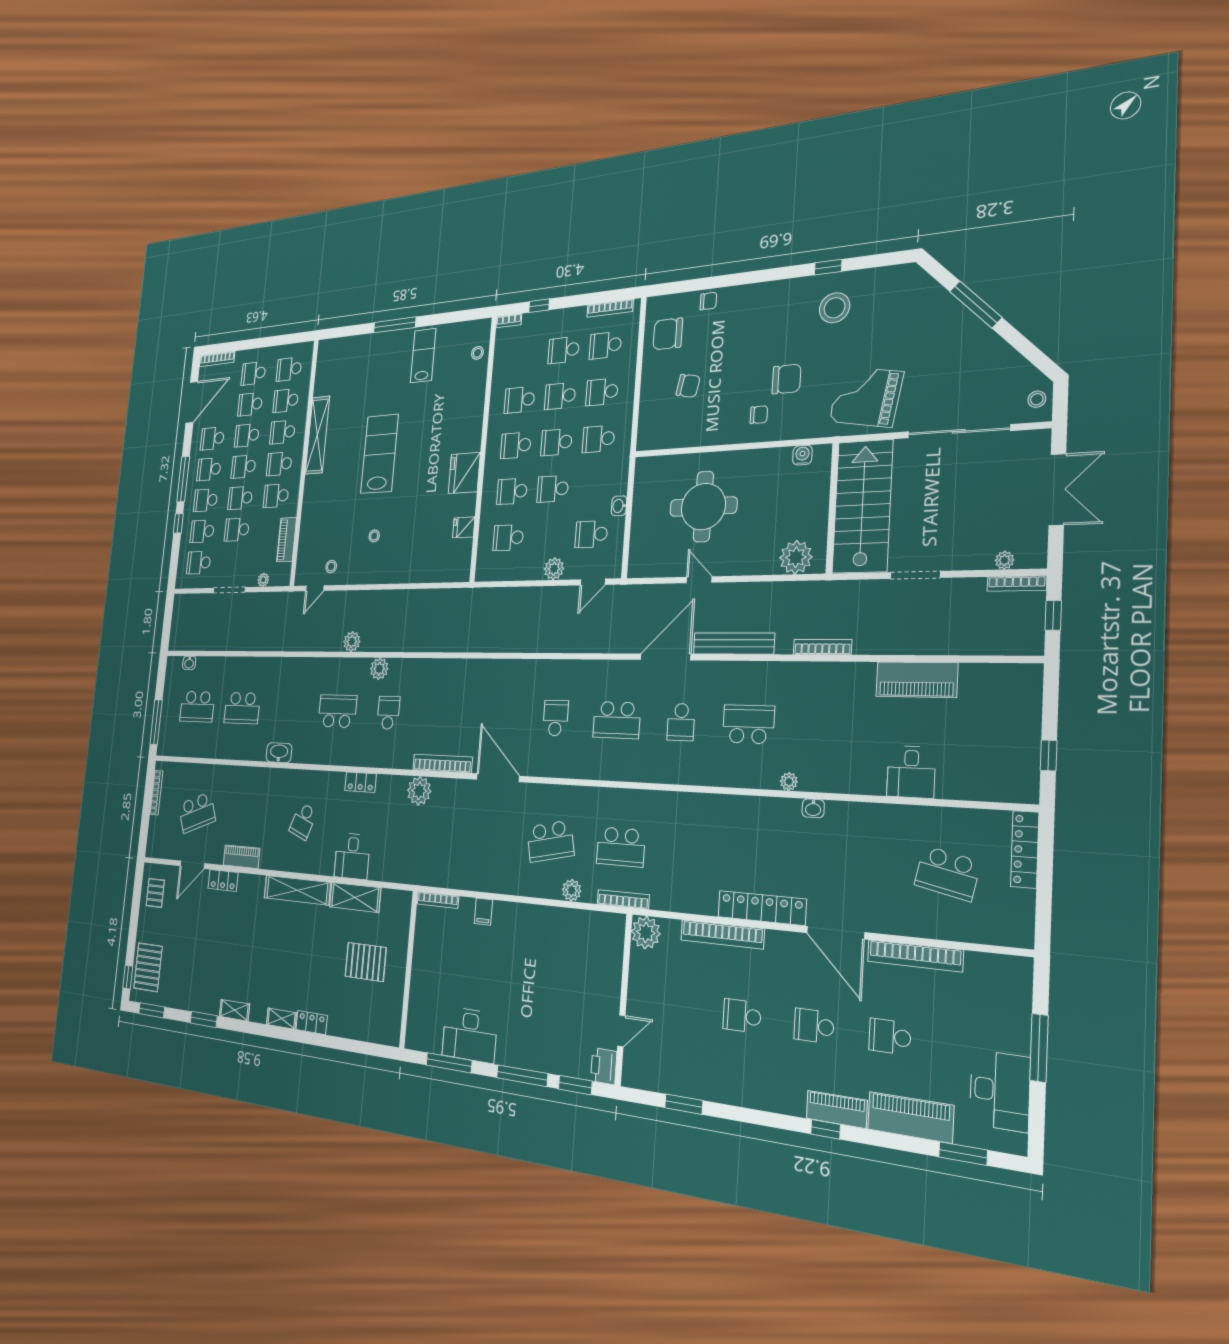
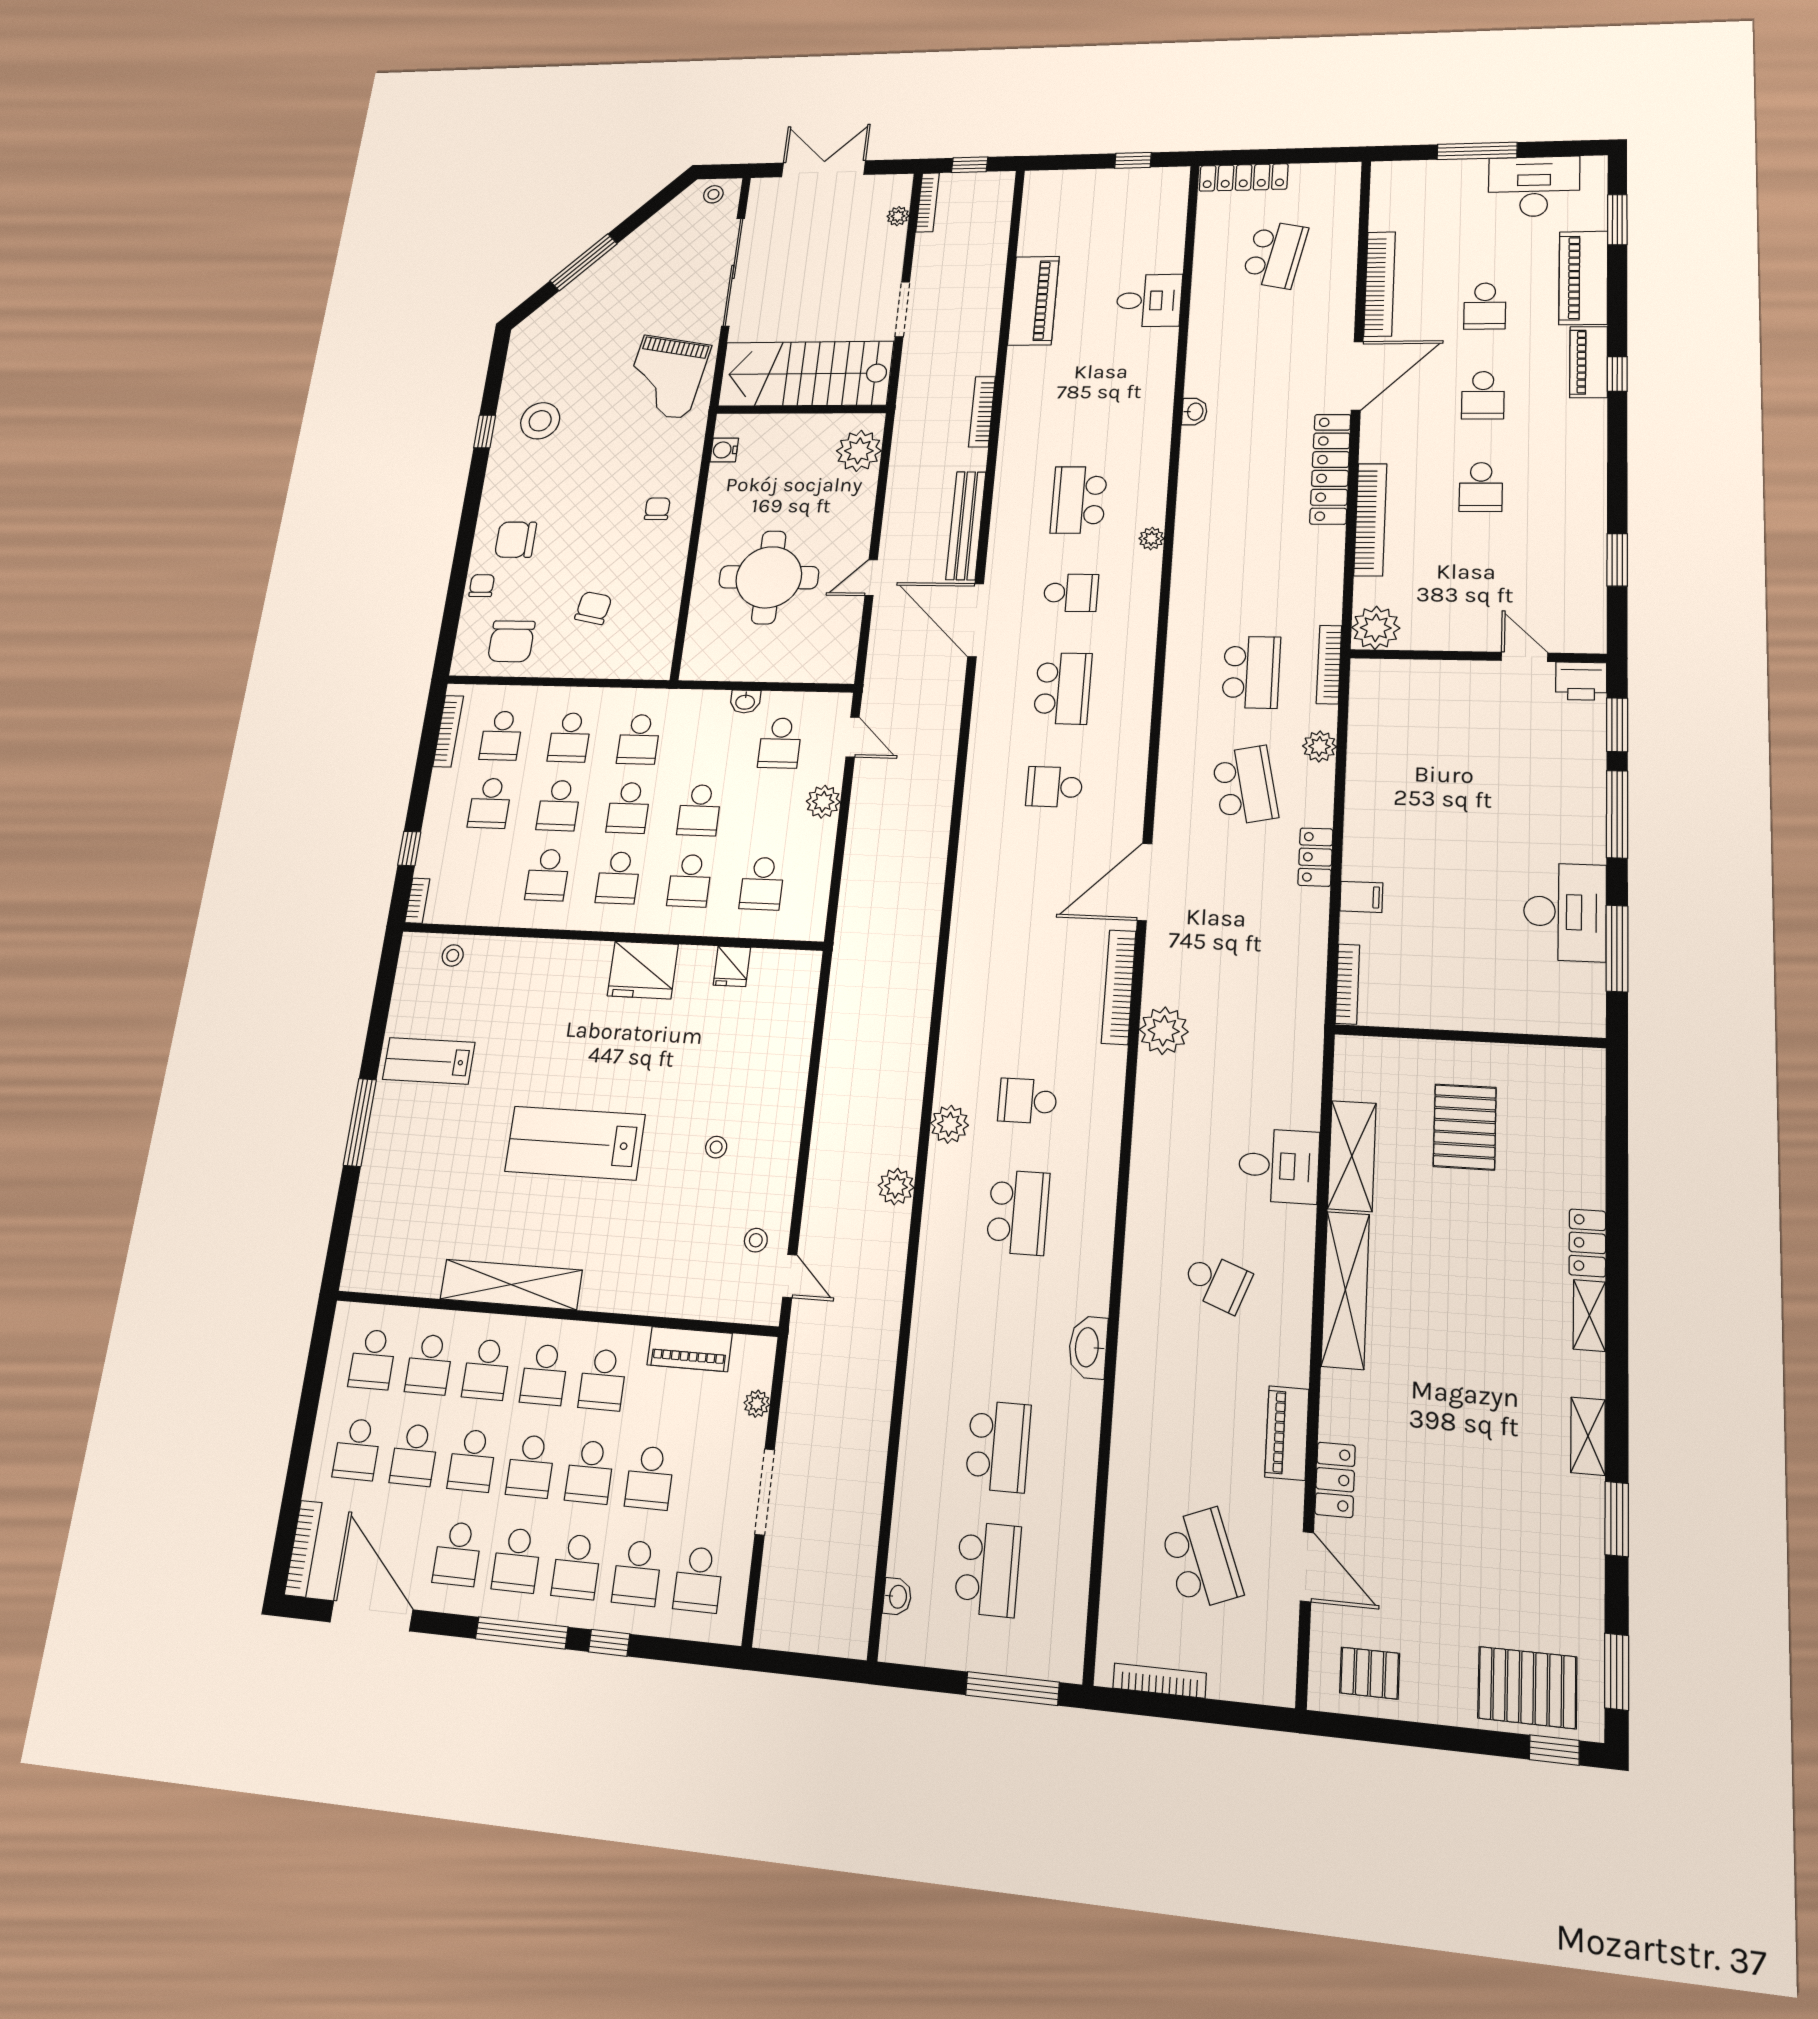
chair: (786, 379) -> (516, 540), moved, turned -90
school desk: (337, 711) -> (1018, 1212), turned 180
plant: (789, 781) -> (1151, 539), moved
locker: (361, 782) -> (1315, 857), moved, turned 180

